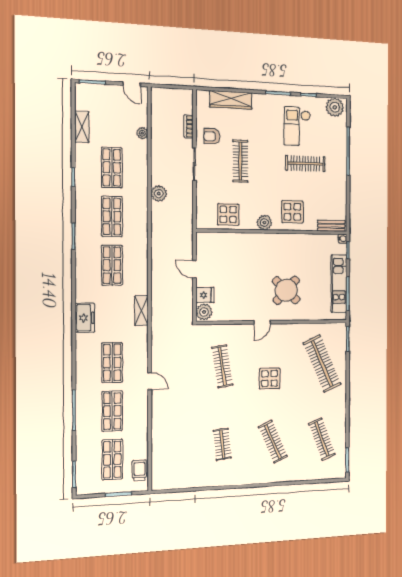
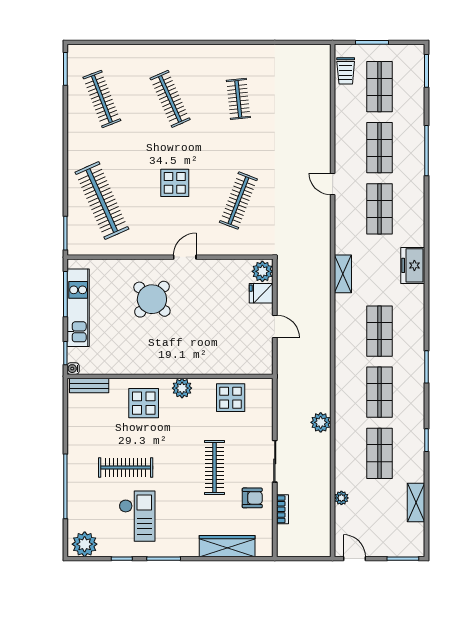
clothes rail: (222, 366) -> (238, 201), turned 30

